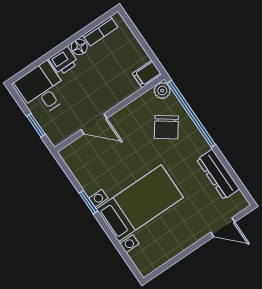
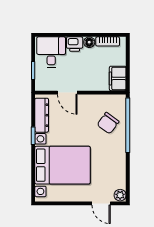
filing cabinet: (147, 74) -> (118, 78), width x2.00
plant: (162, 91) -> (120, 195), moved
dresser: (218, 174) -> (42, 115), moved, turned 180
bed with nightstands: (140, 203) -> (63, 165), width x1.36

